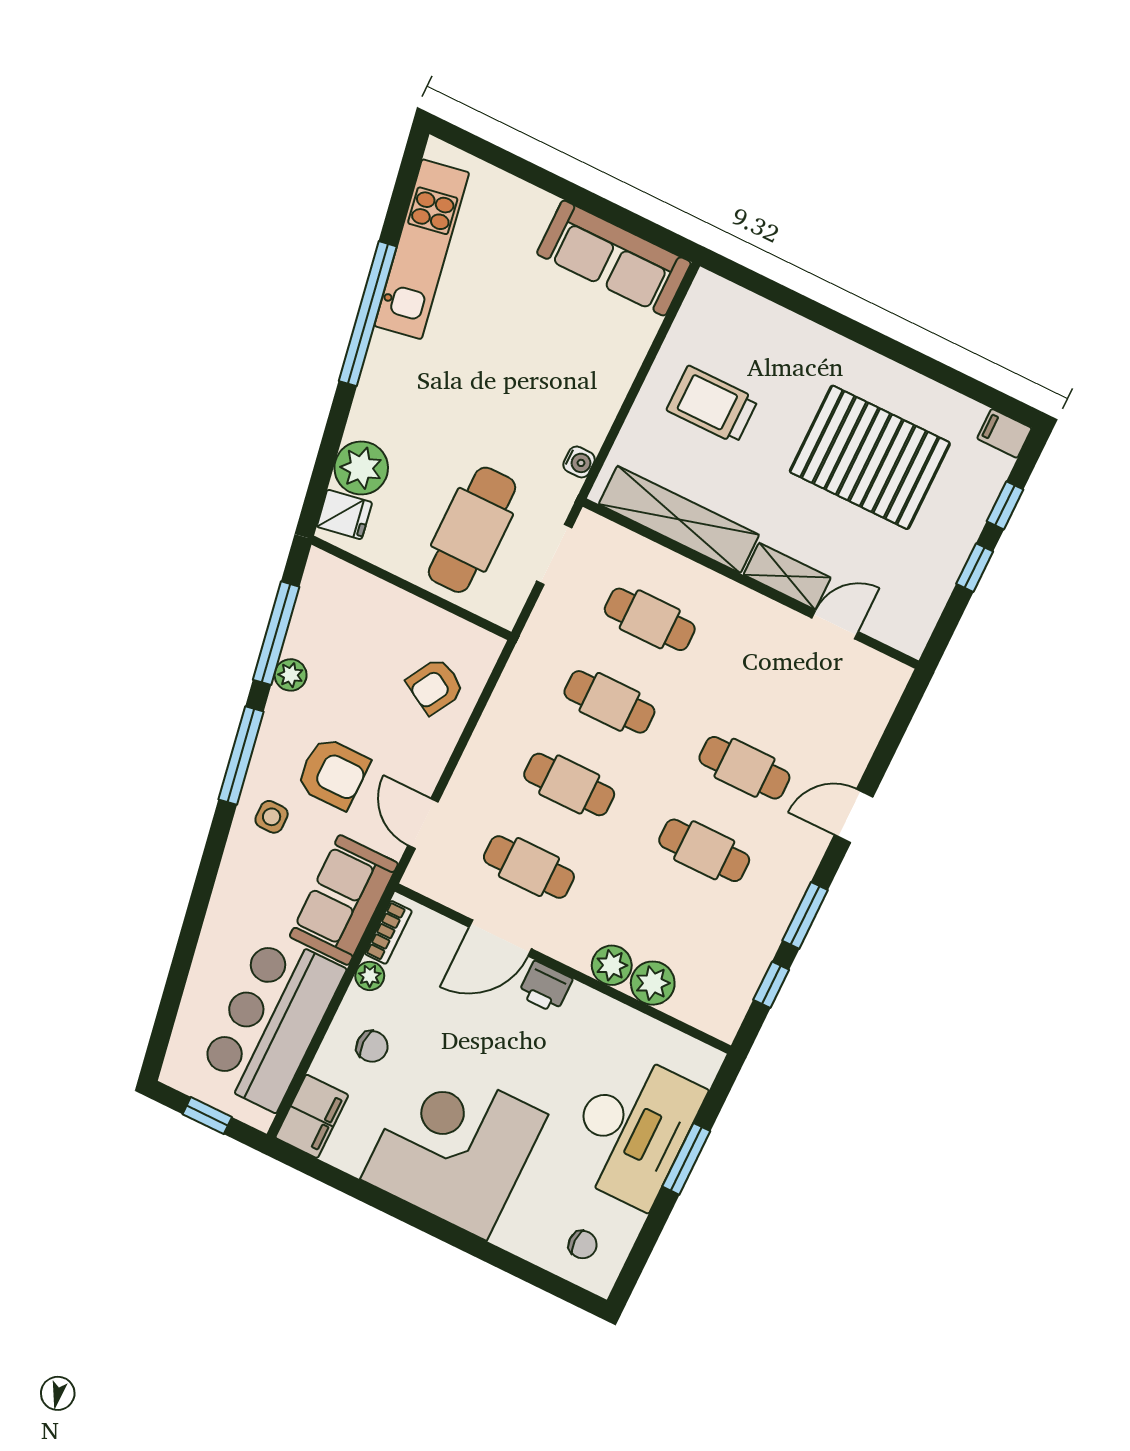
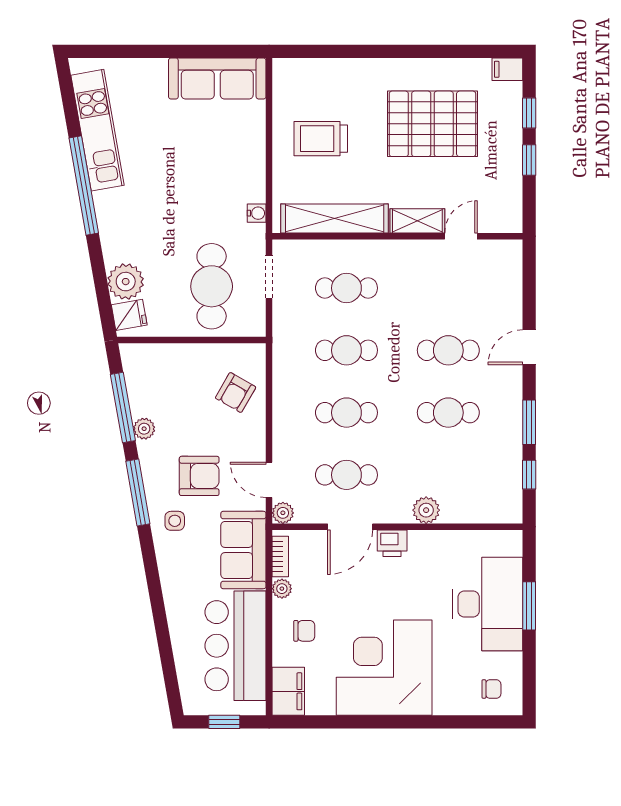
plant: (653, 983) -> (283, 513), moved, width x0.73, depth x0.73

